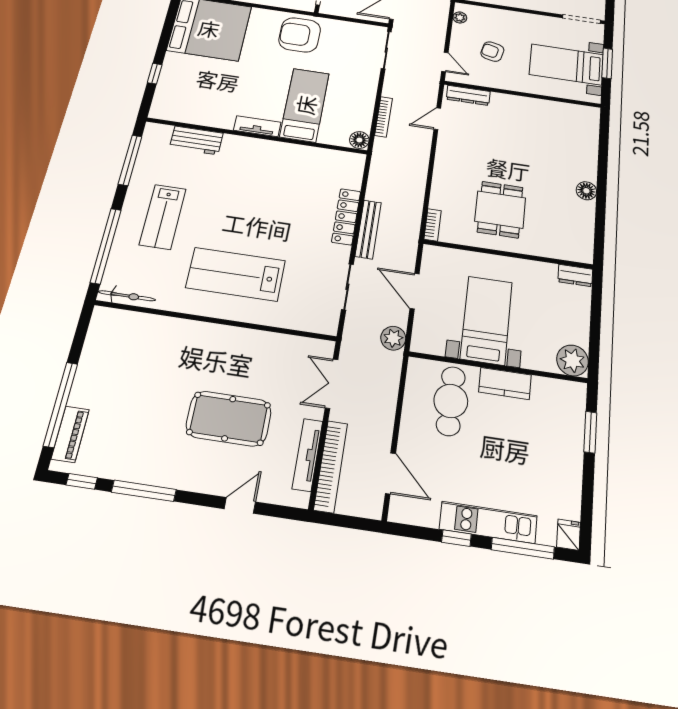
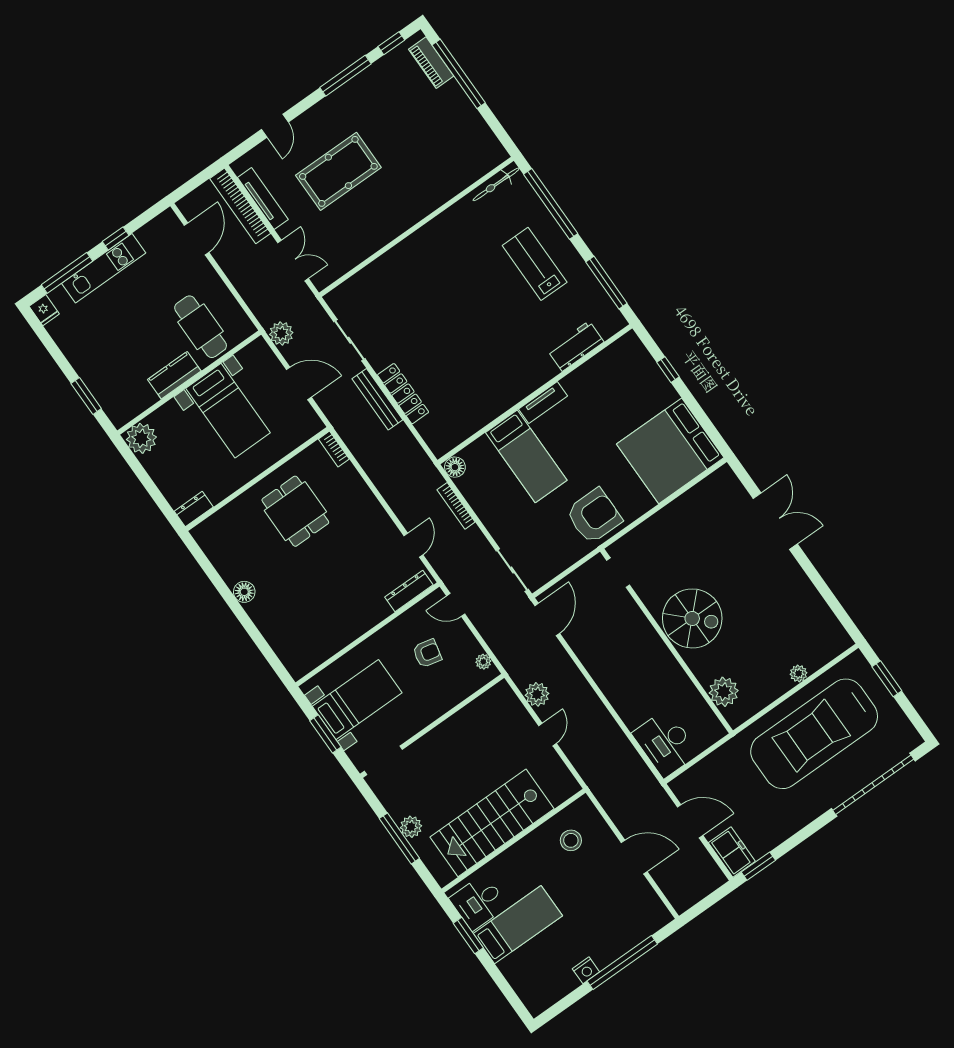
lab bench: (236, 274) -> (437, 273), removed
door: (390, 473) -> (196, 239), swing flipped

